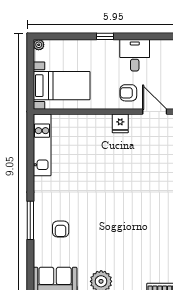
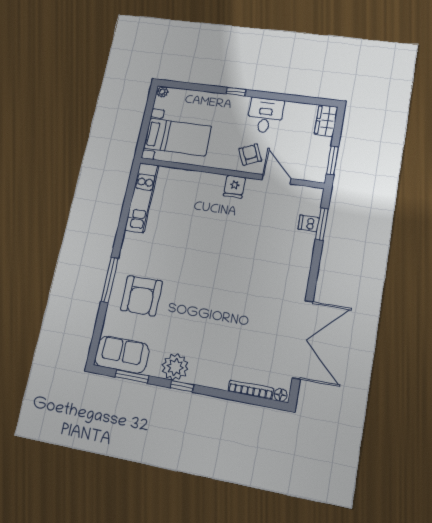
armchair: (128, 93) -> (250, 155), turned 66
armchair: (61, 229) -> (141, 296), width x1.88, depth x1.88

